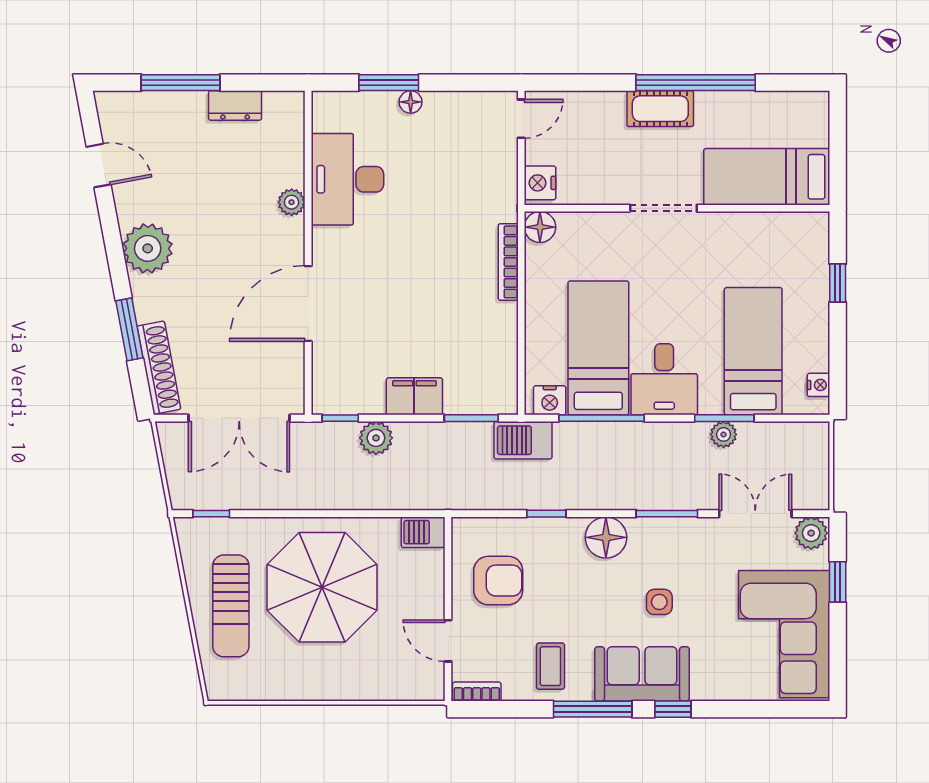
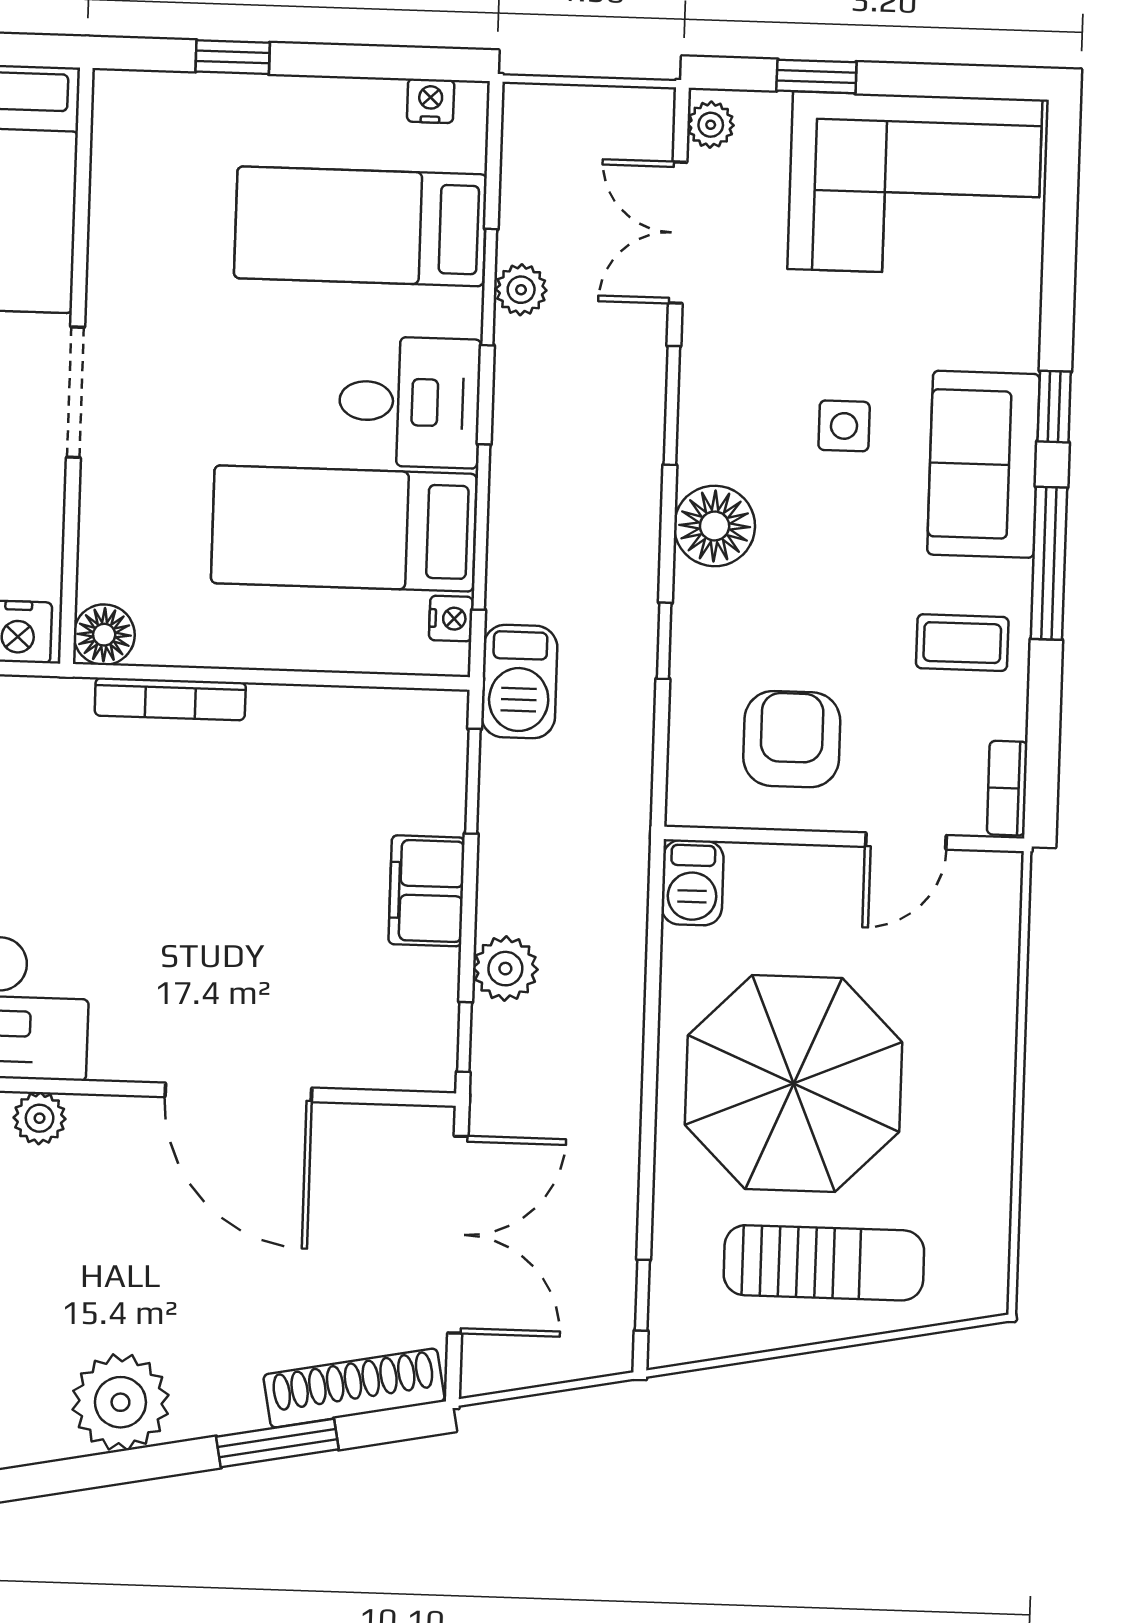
nightstand: (550, 400) -> (451, 619), width x0.72, depth x0.74
plant: (811, 533) -> (711, 125), width x0.73, depth x0.73

